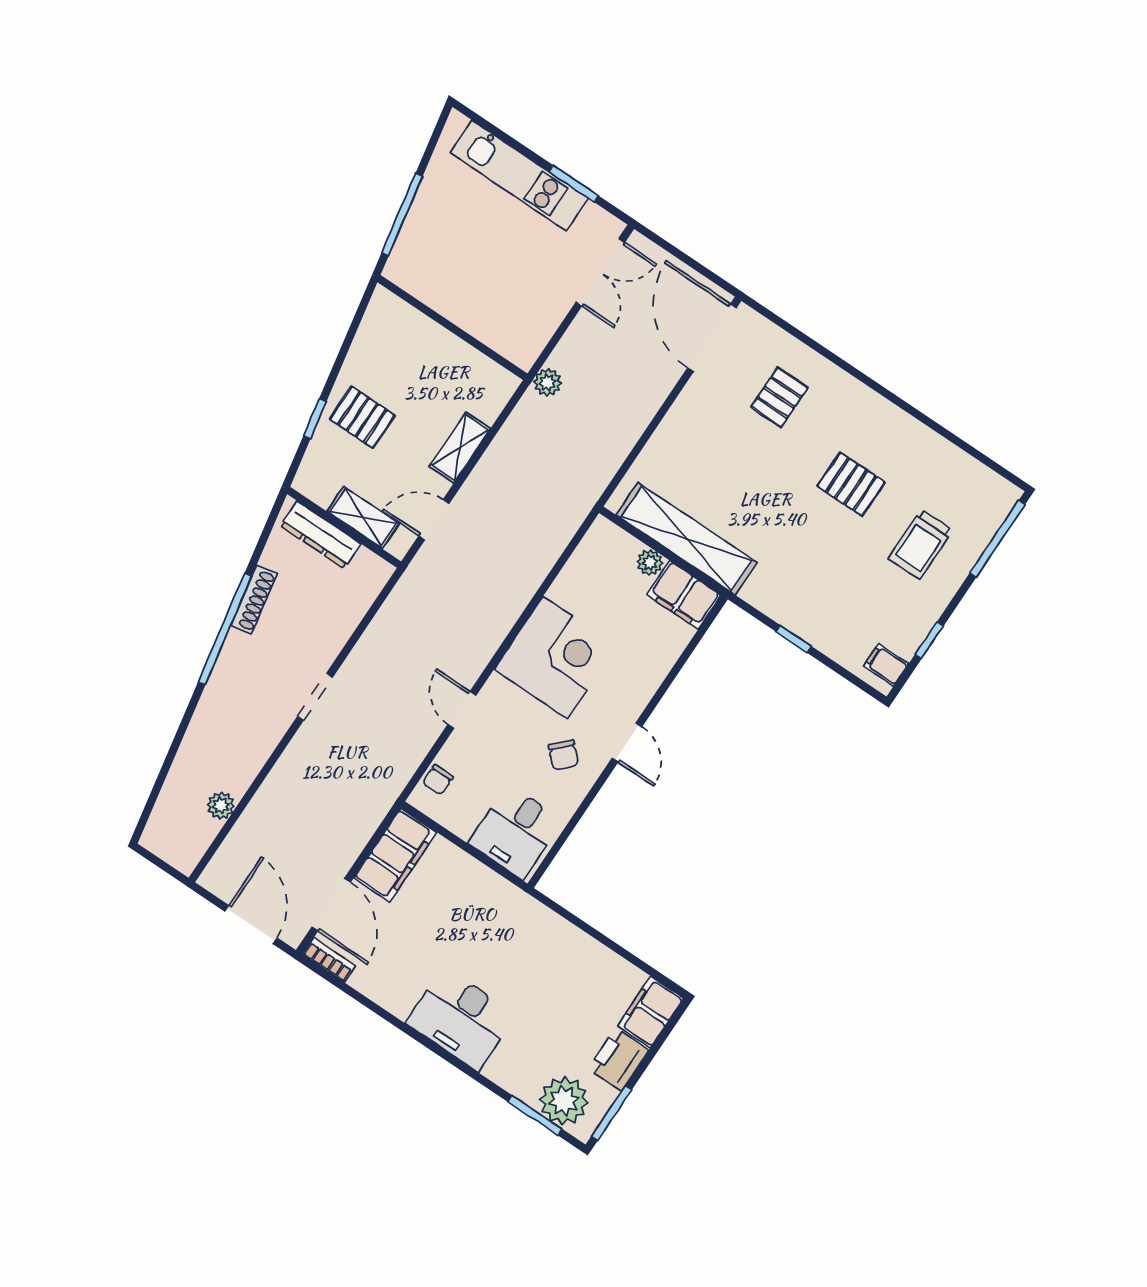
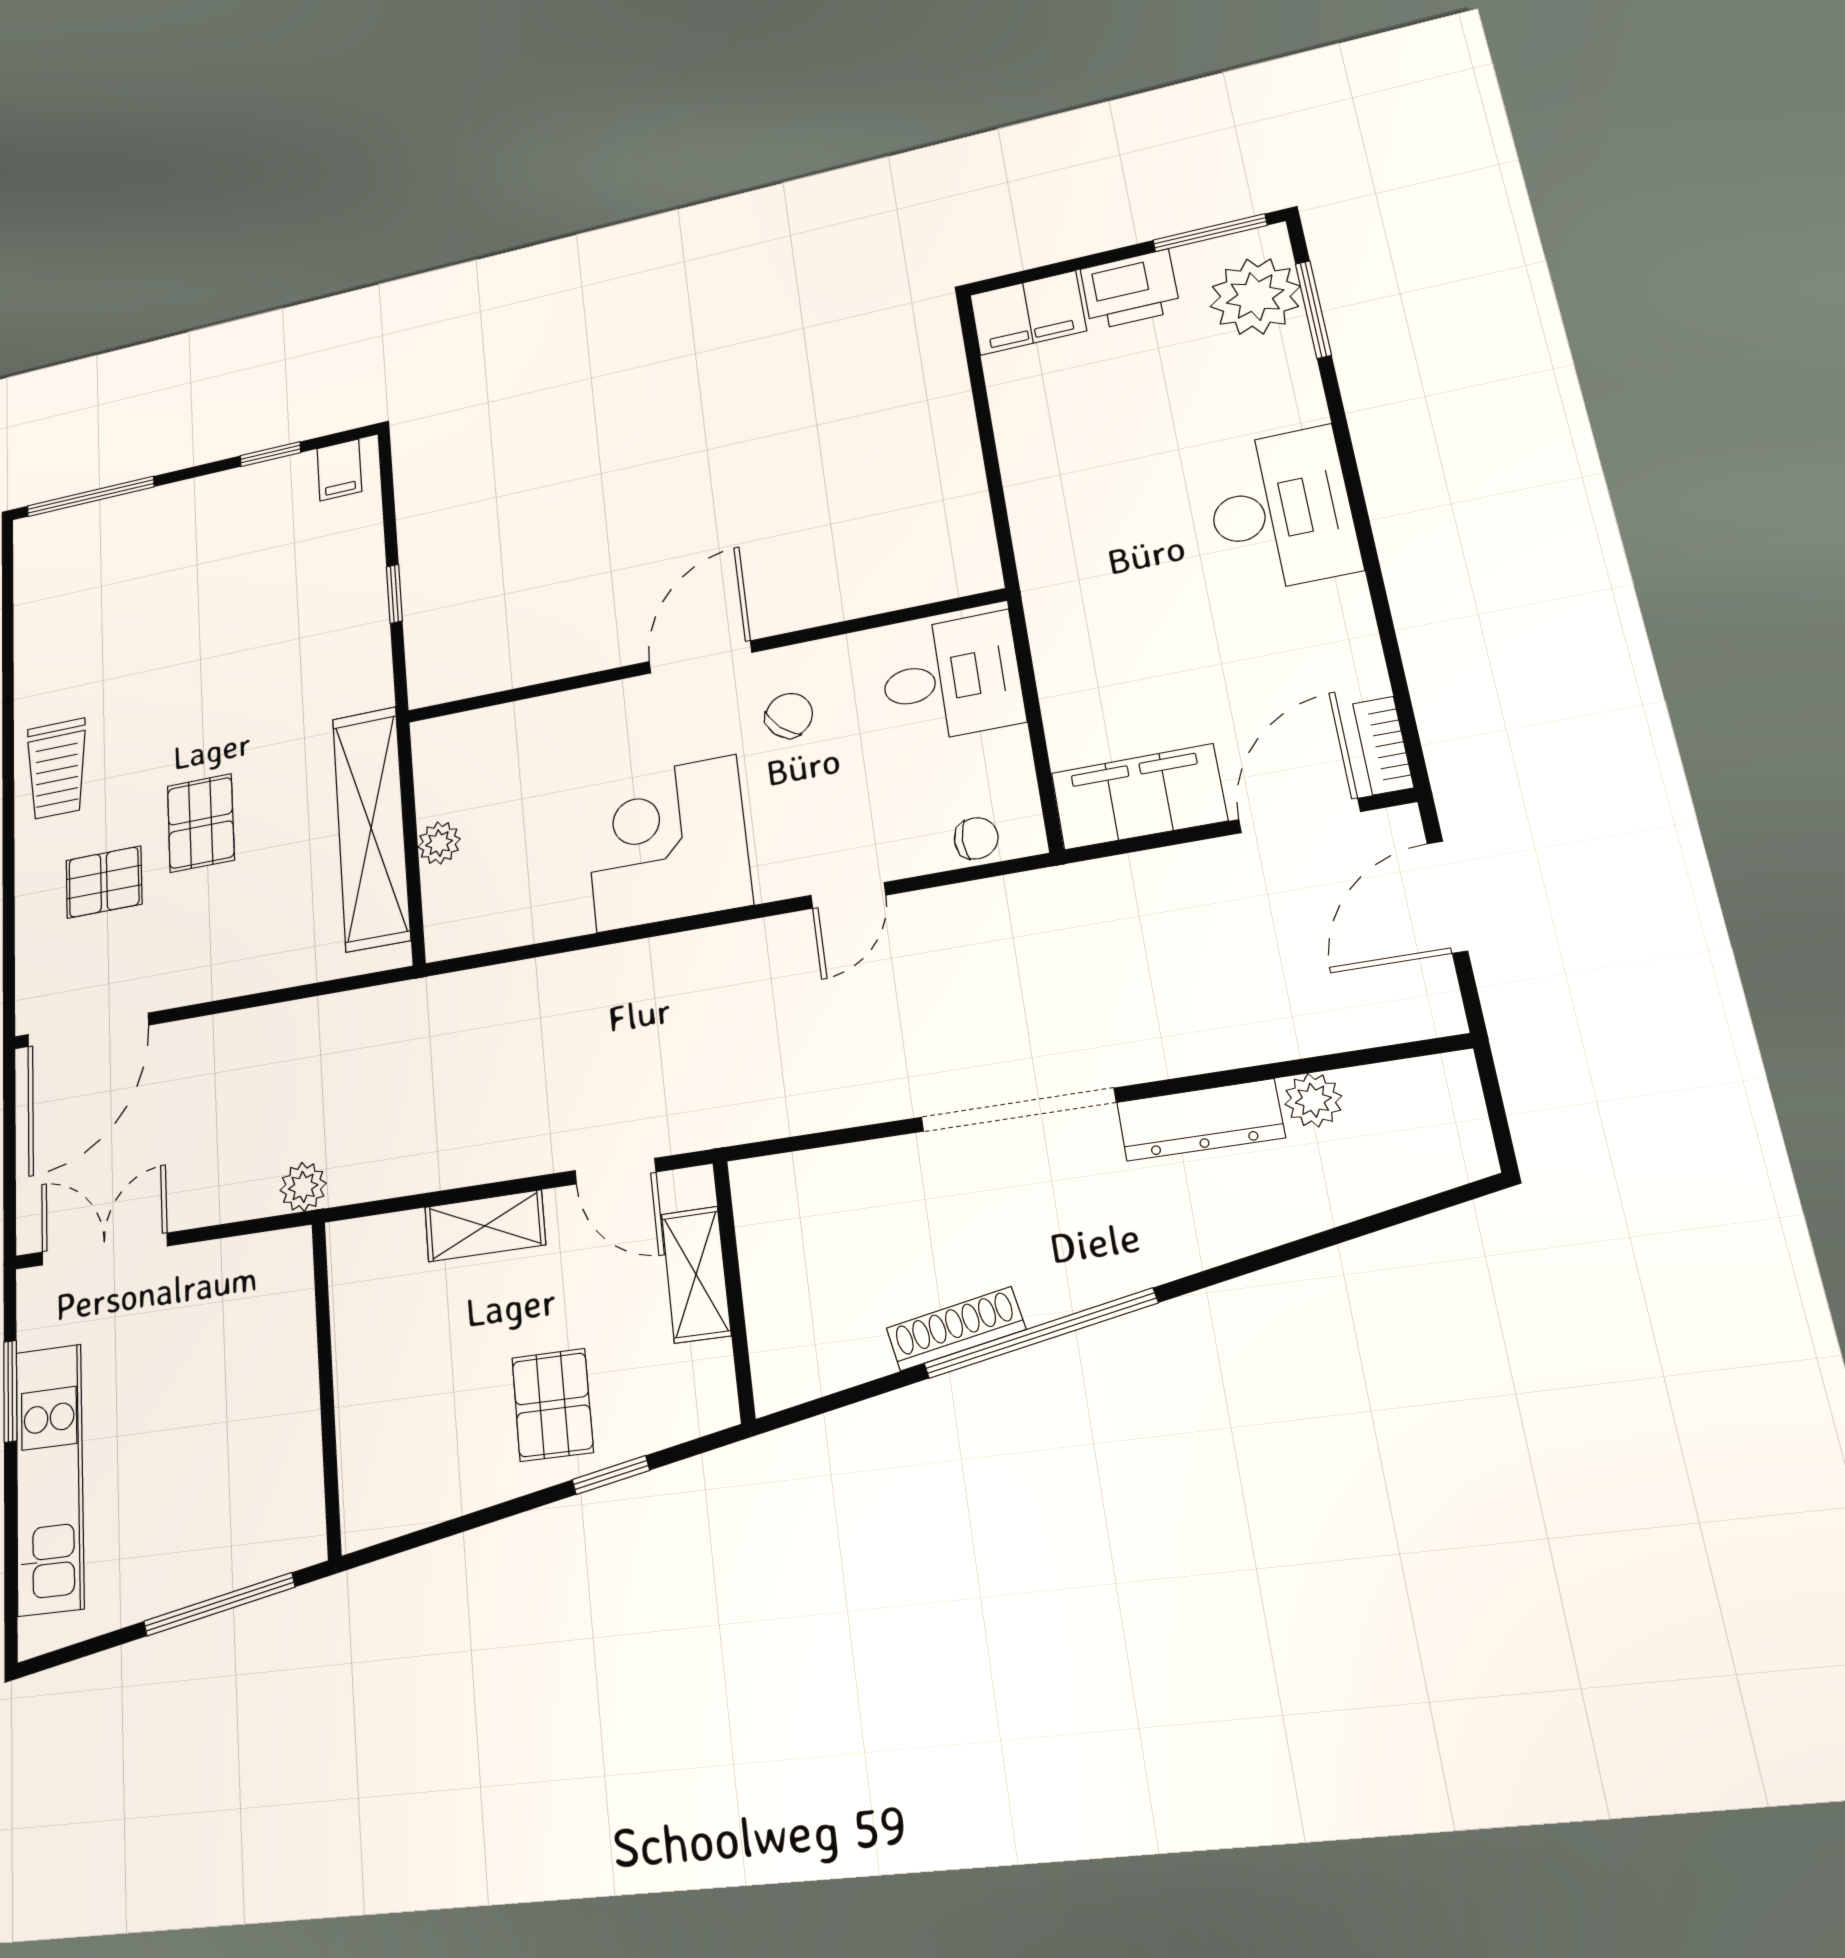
pallet: (851, 484) -> (201, 823), moved
dresser: (320, 535) -> (1200, 1120), moved, turned 90
trolley: (920, 544) -> (57, 769), moved, turned 90
filing cabinet: (684, 595) -> (447, 765), removed
doorway: (315, 697) -> (1018, 1110), width x1.87
door: (627, 742) -> (700, 657), width x1.38

